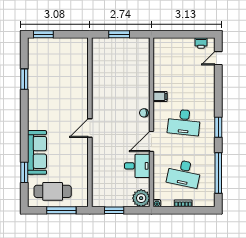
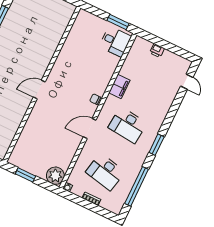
window: (119, 34) -> (118, 22), moved
printer: (201, 43) -> (157, 50), moved
door: (218, 58) -> (187, 82), swing flipped
filing cabinet: (160, 96) -> (119, 87), width x2.00
desk: (137, 166) -> (115, 42), moved

